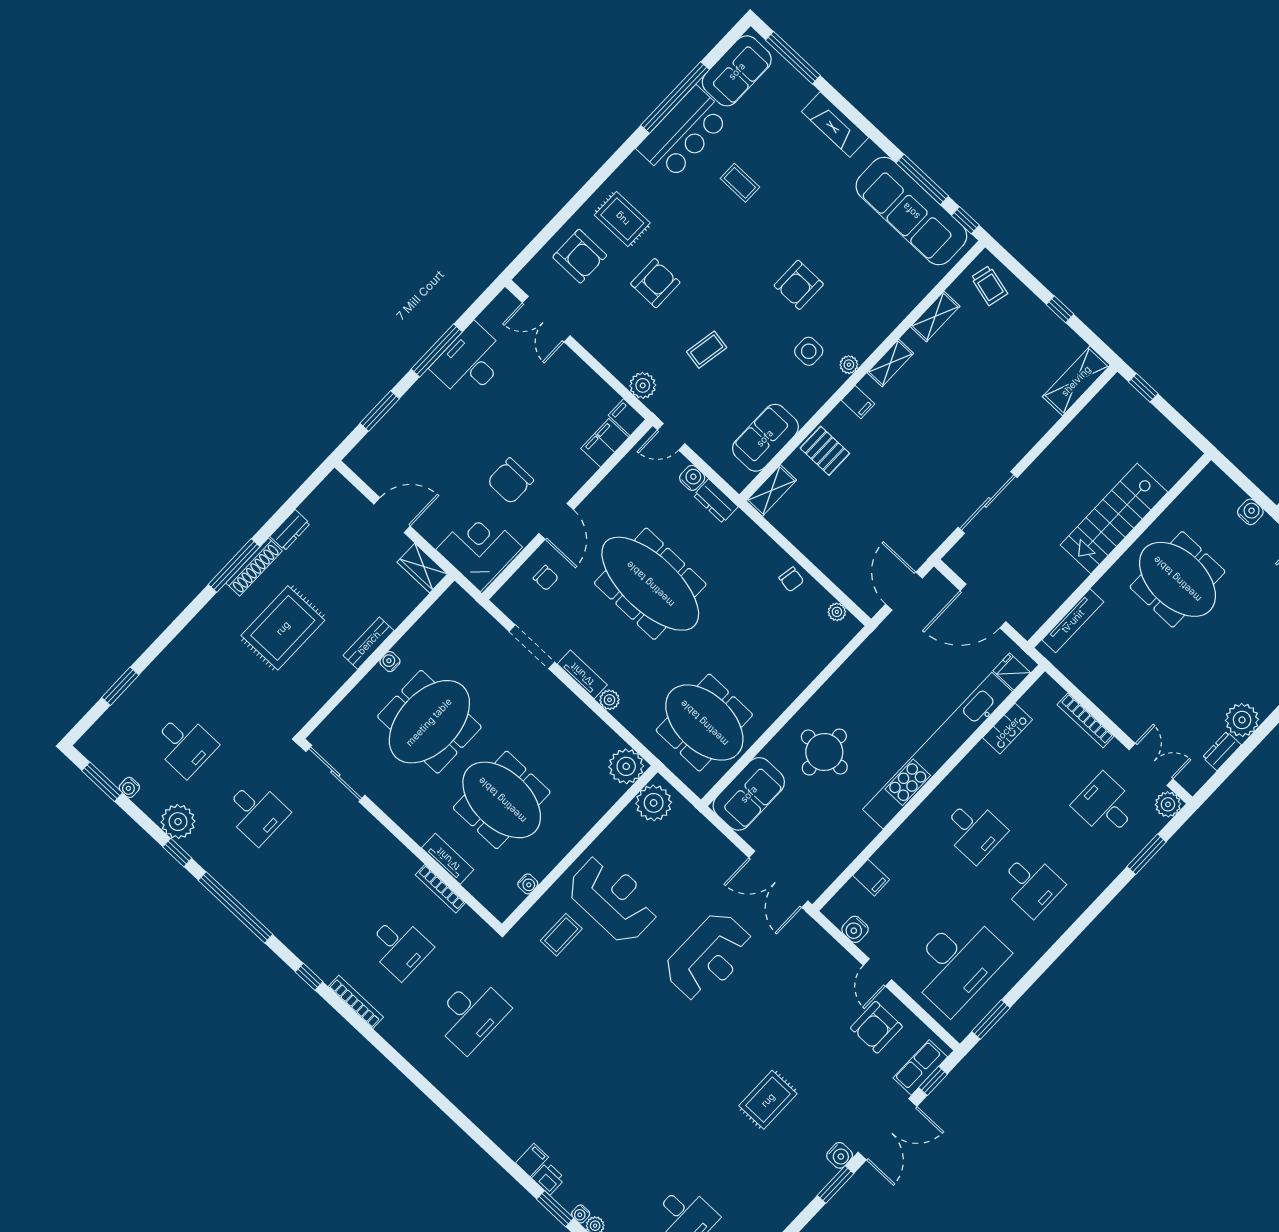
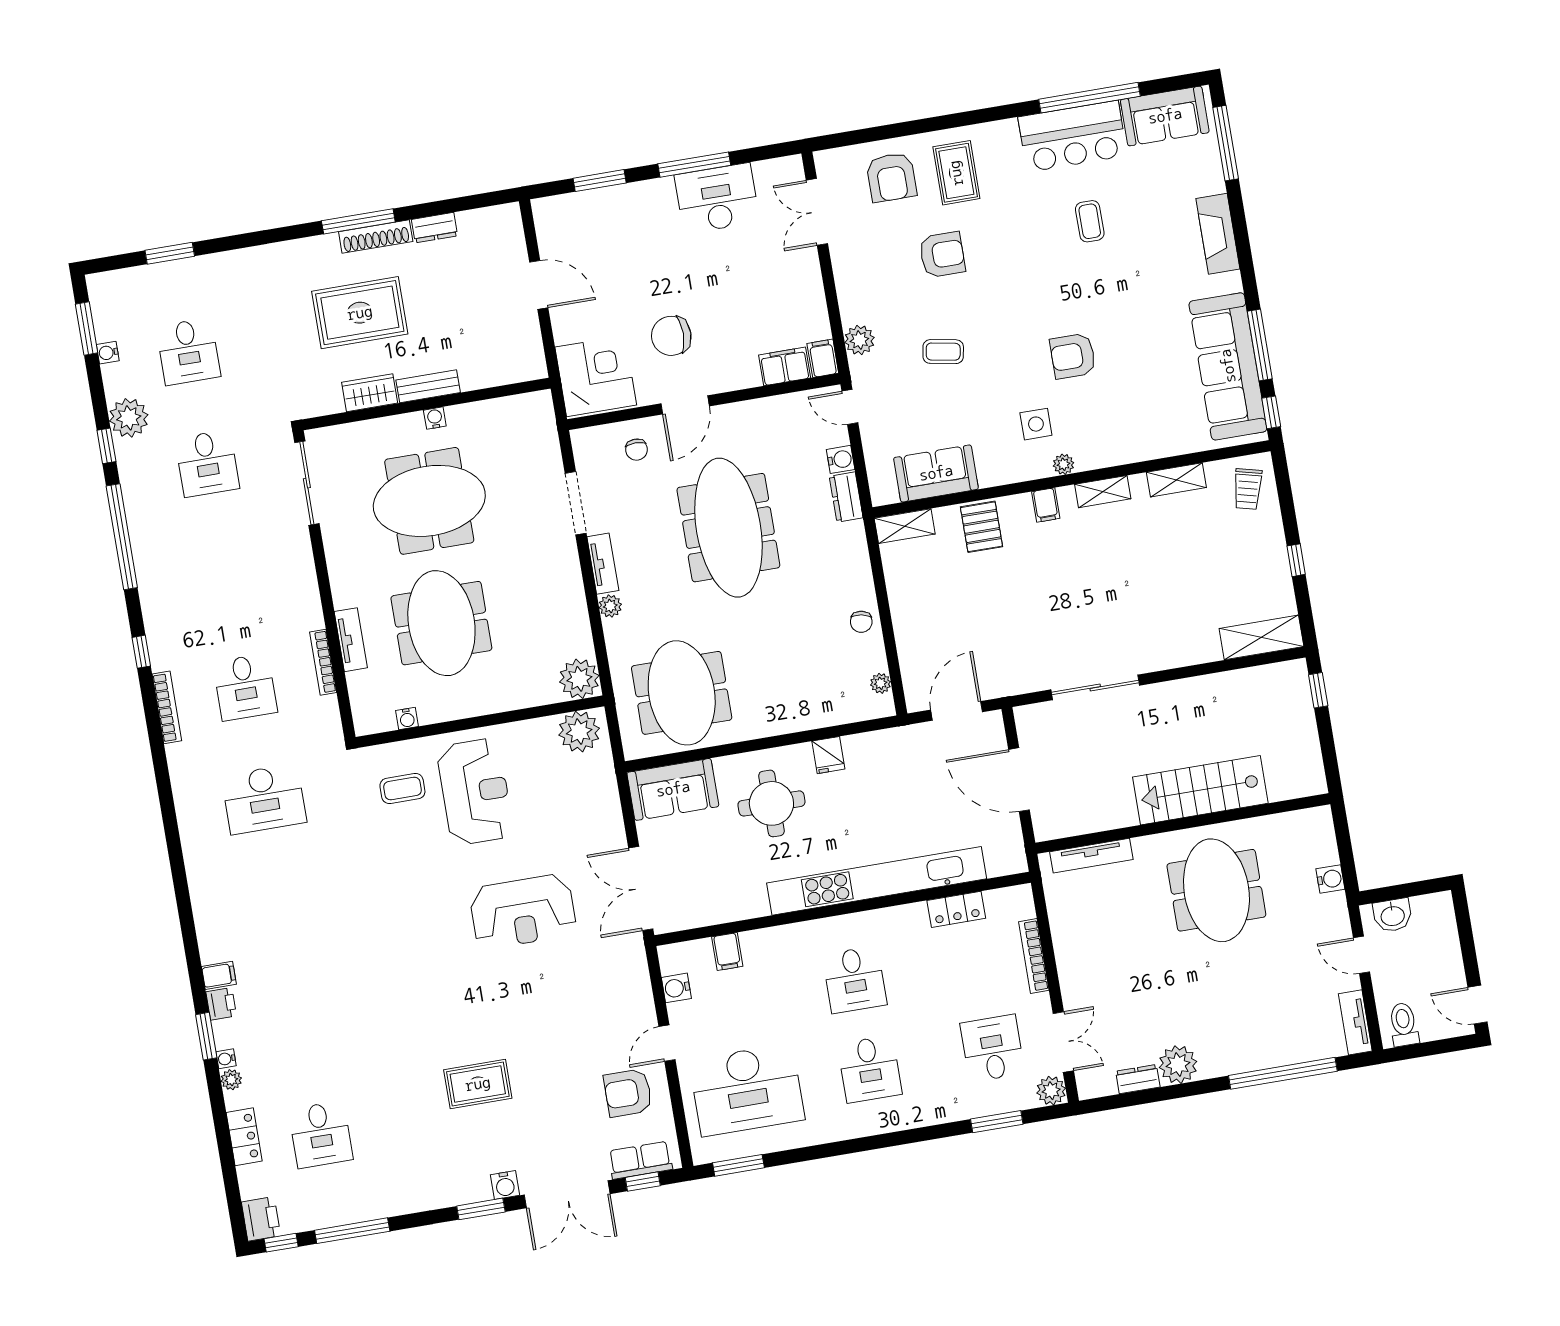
wardrobe: (422, 568) -> (370, 393), moved, turned 90
fridge: (1012, 672) -> (828, 755), moved, turned 180

